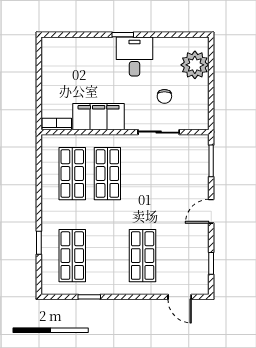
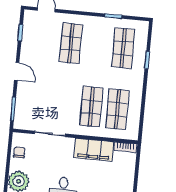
chair: (164, 96) -> (19, 152), moved
door: (211, 211) -> (17, 71), hinge flipped

